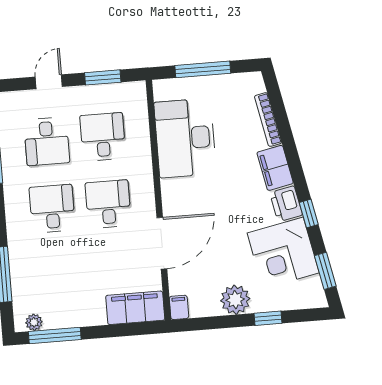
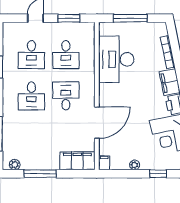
desk: (103, 137) -> (66, 55), turned 180
desk: (52, 209) -> (31, 96), turned 180
plant: (235, 300) -> (135, 165), width x0.53, depth x0.53
window: (55, 335) -> (40, 174), moved

